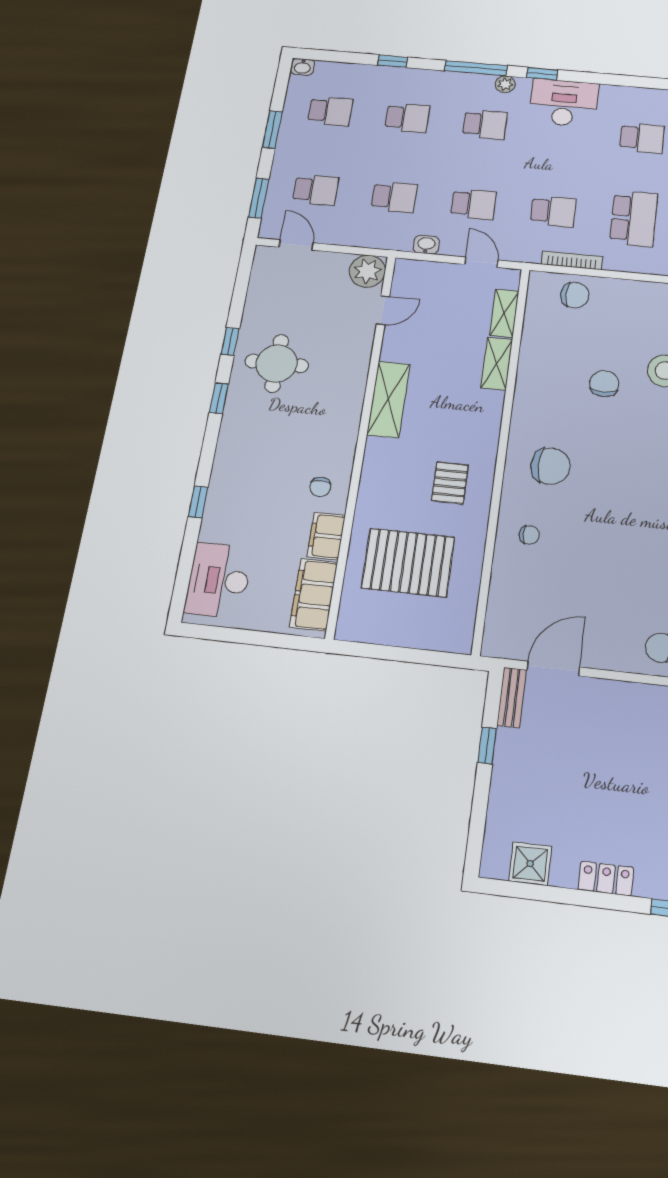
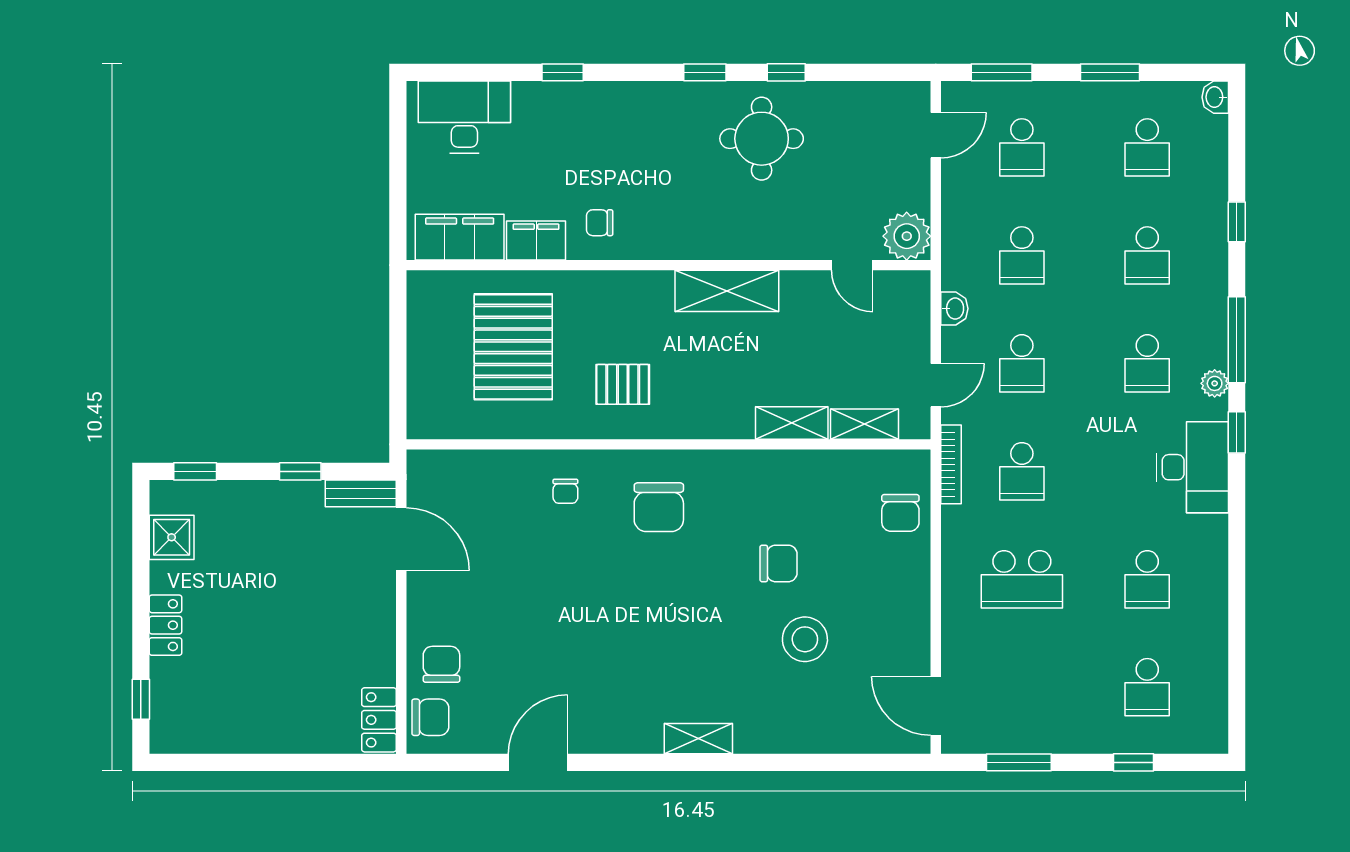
bookcase: (572, 260) -> (951, 464), moved
window: (476, 836) -> (195, 471), added

